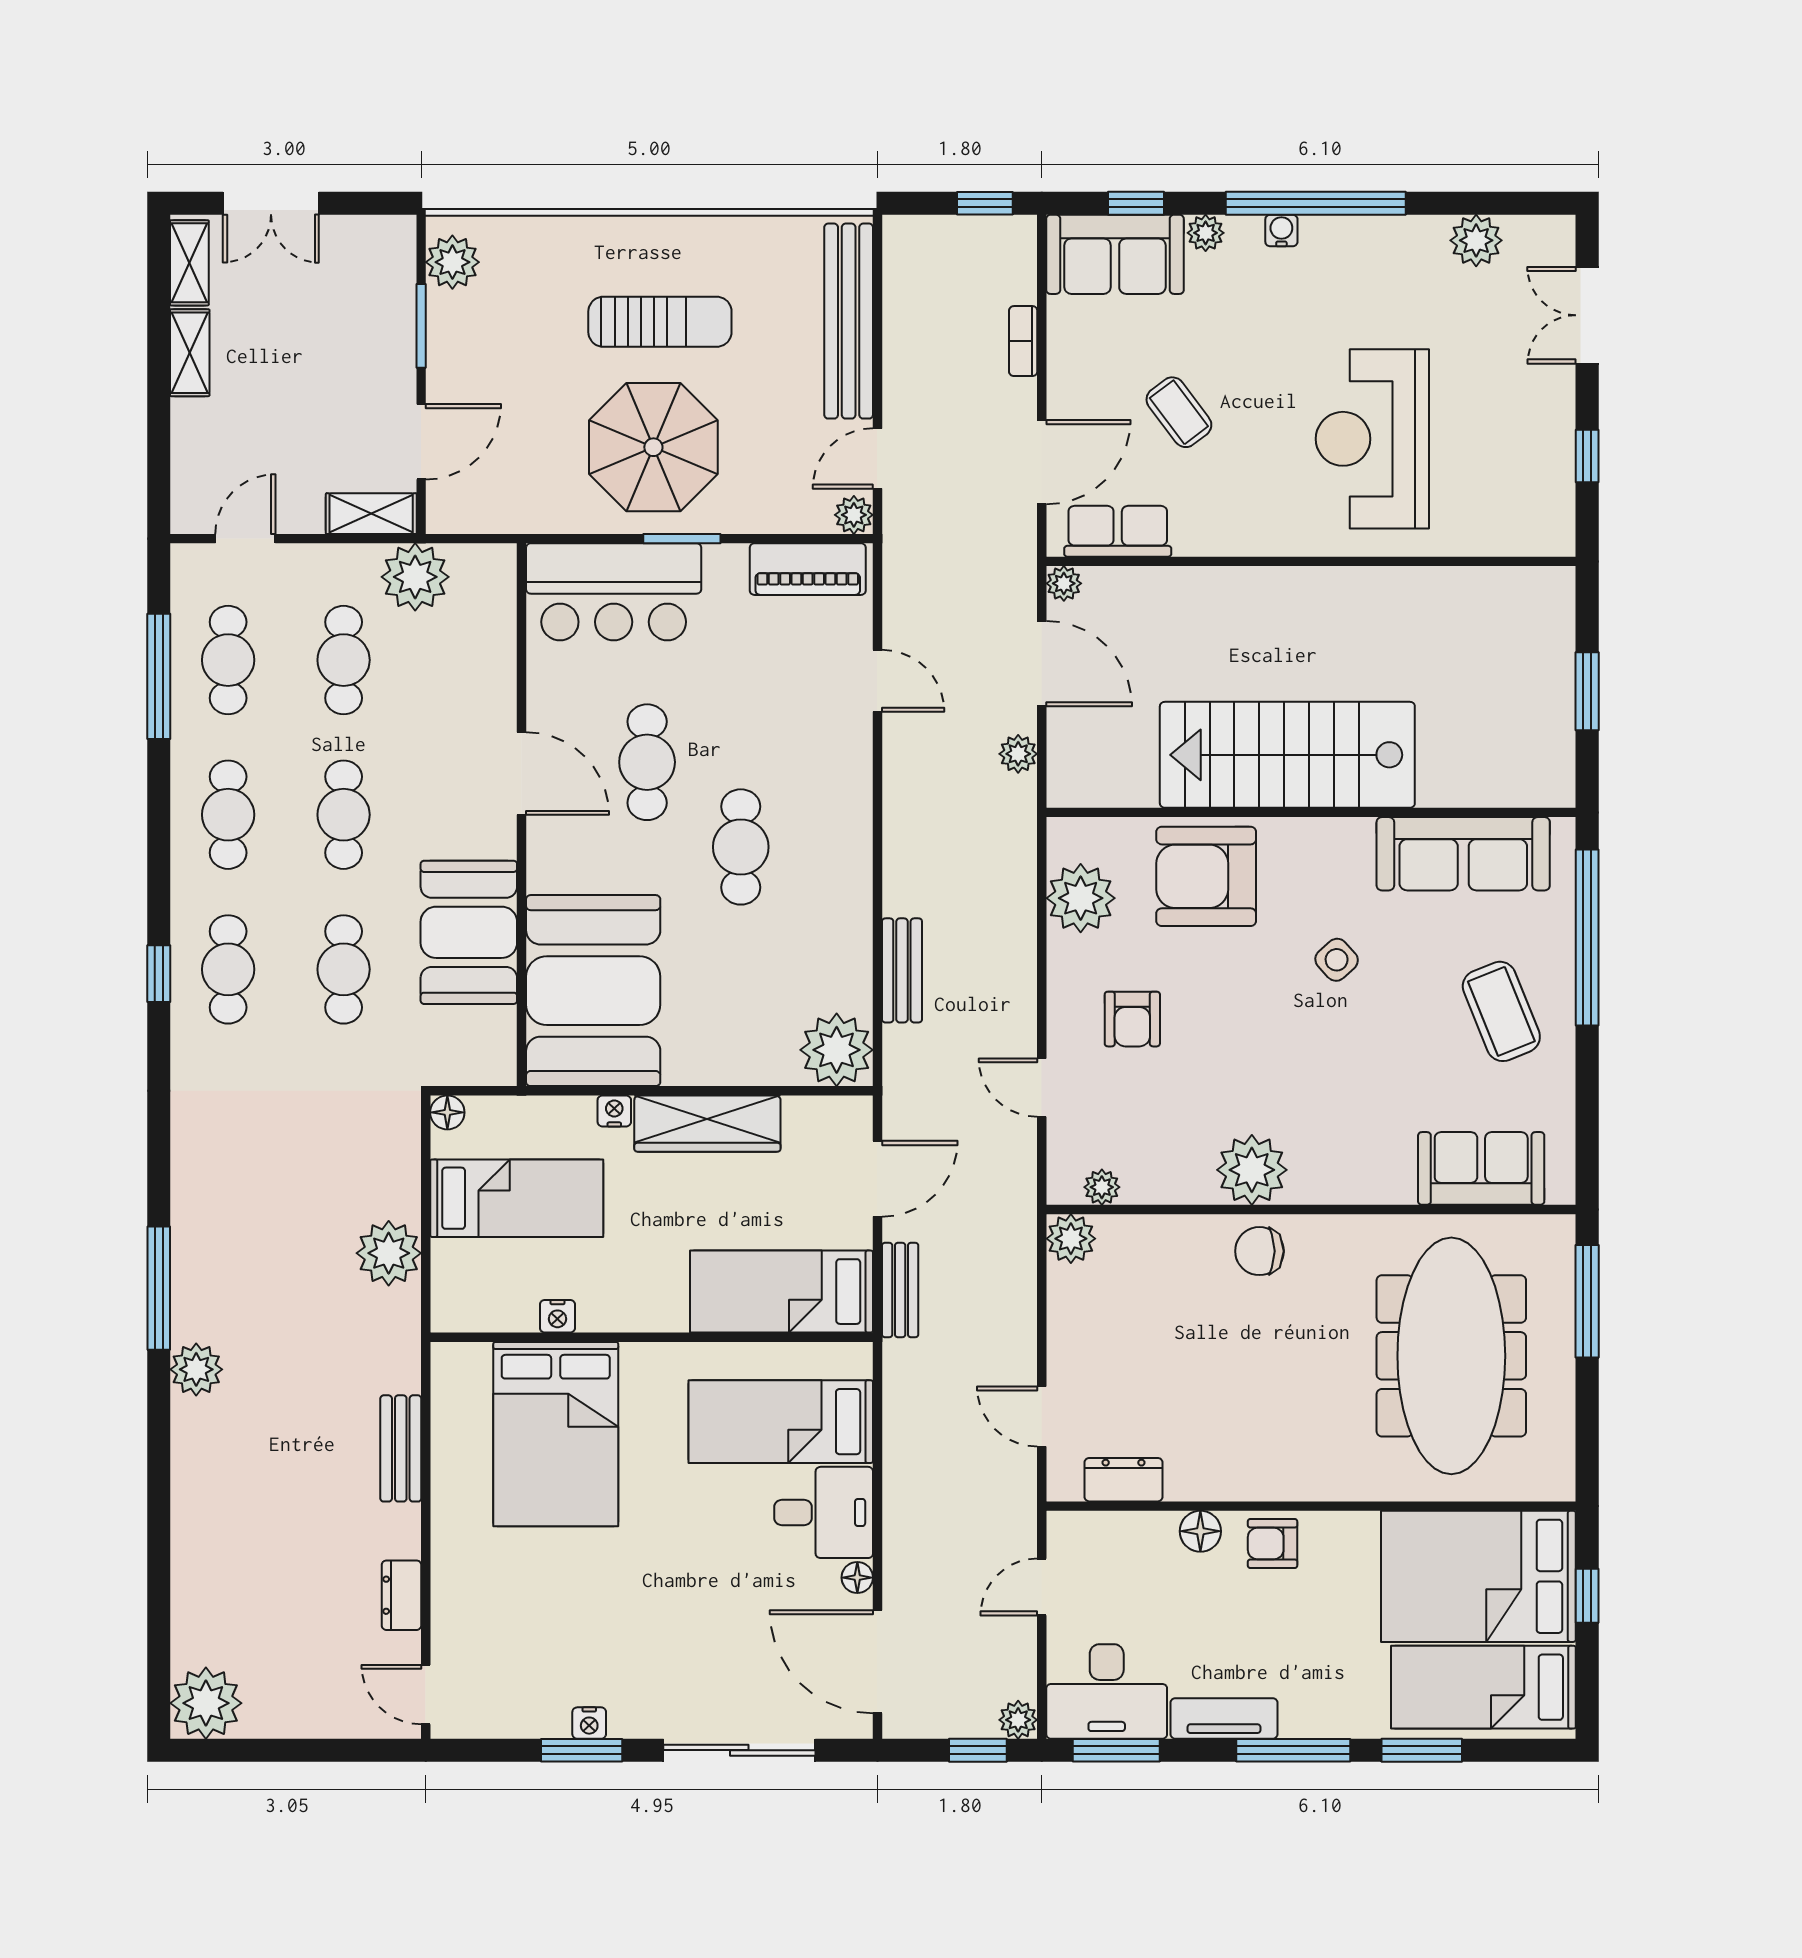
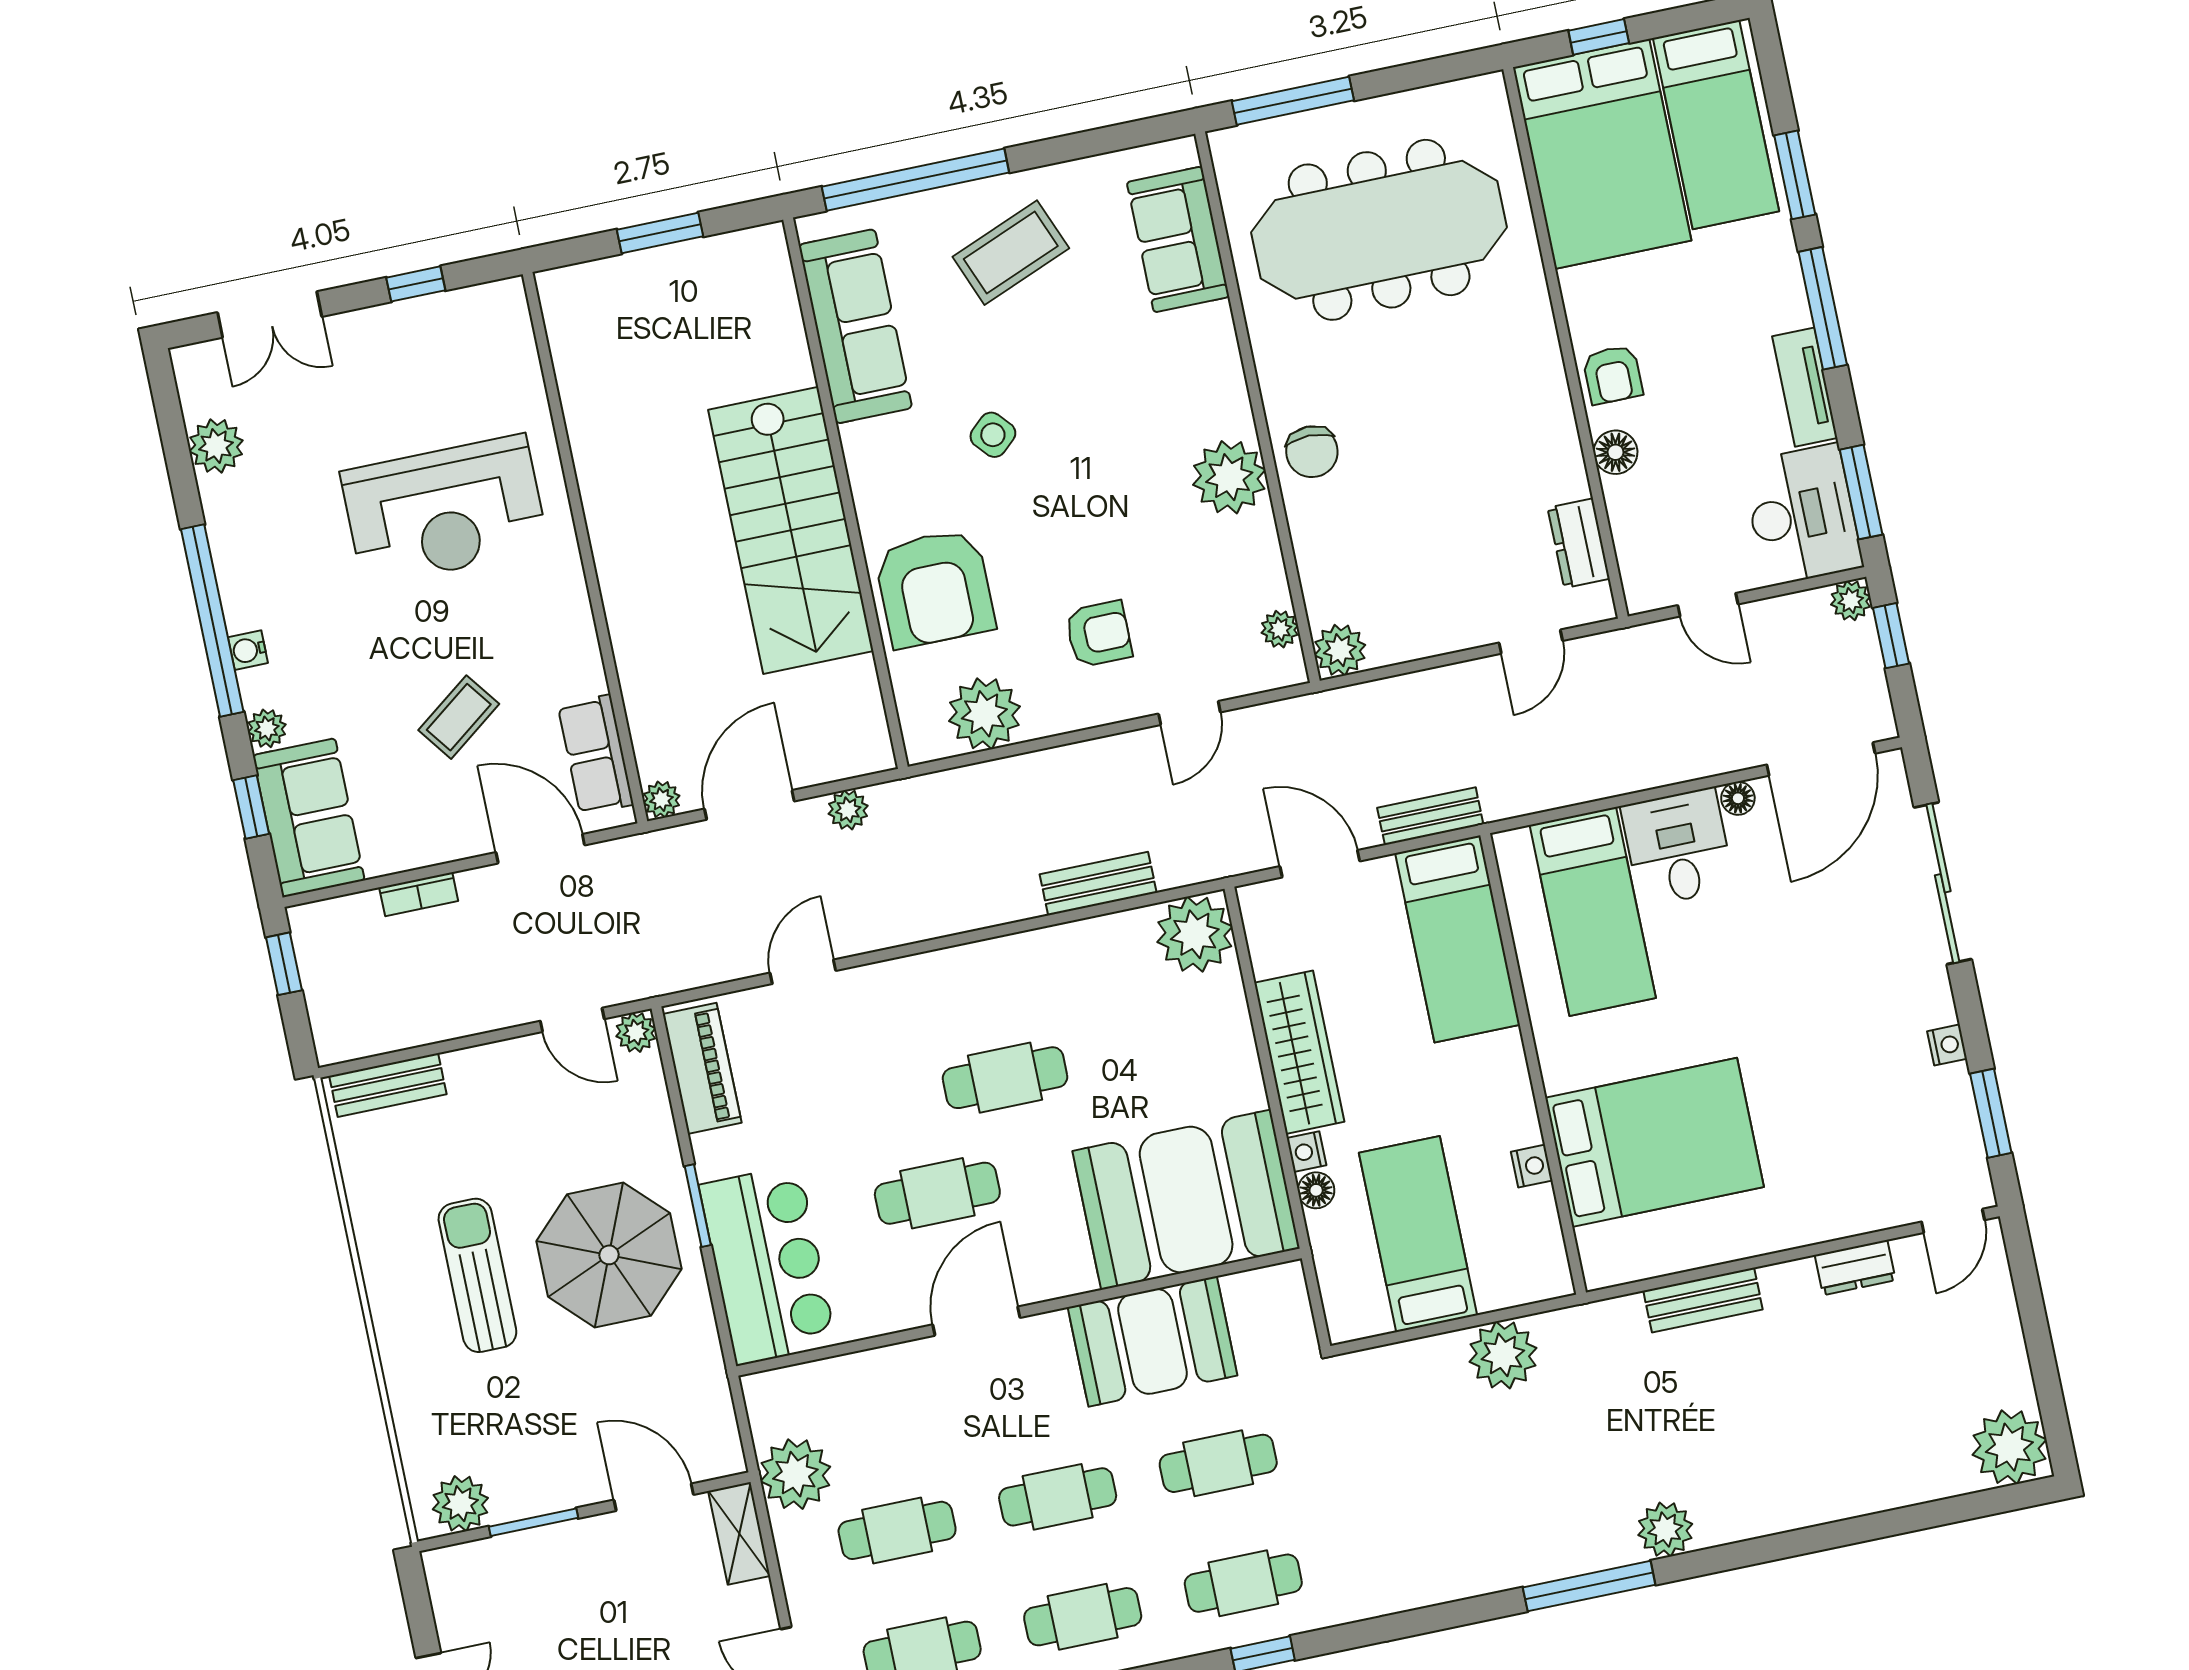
bench: (849, 321) -> (388, 1085), width x0.54, depth x0.82
floor lamp: (447, 1112) -> (1316, 1190), moved
window: (582, 1750) -> (1991, 1113), moved

